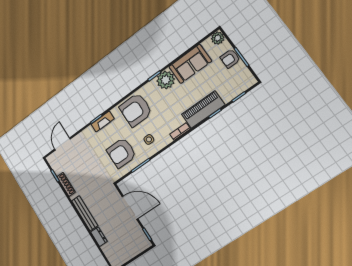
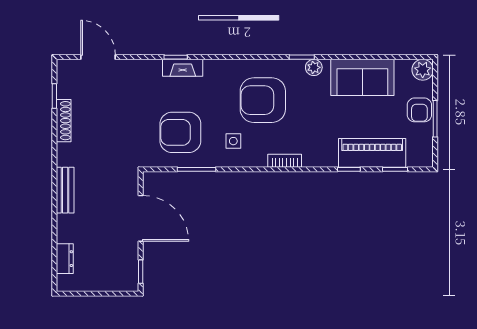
armchair: (230, 59) -> (419, 110), turned -90
plant: (166, 80) -> (314, 67), width x0.53, depth x0.53
armchair: (136, 110) -> (263, 100), moved
piano: (203, 110) -> (372, 153), moved
door: (62, 144) -> (98, 57), hinge flipped
bench: (85, 213) -> (65, 190), width x0.73
dresser: (99, 237) -> (65, 259), moved

